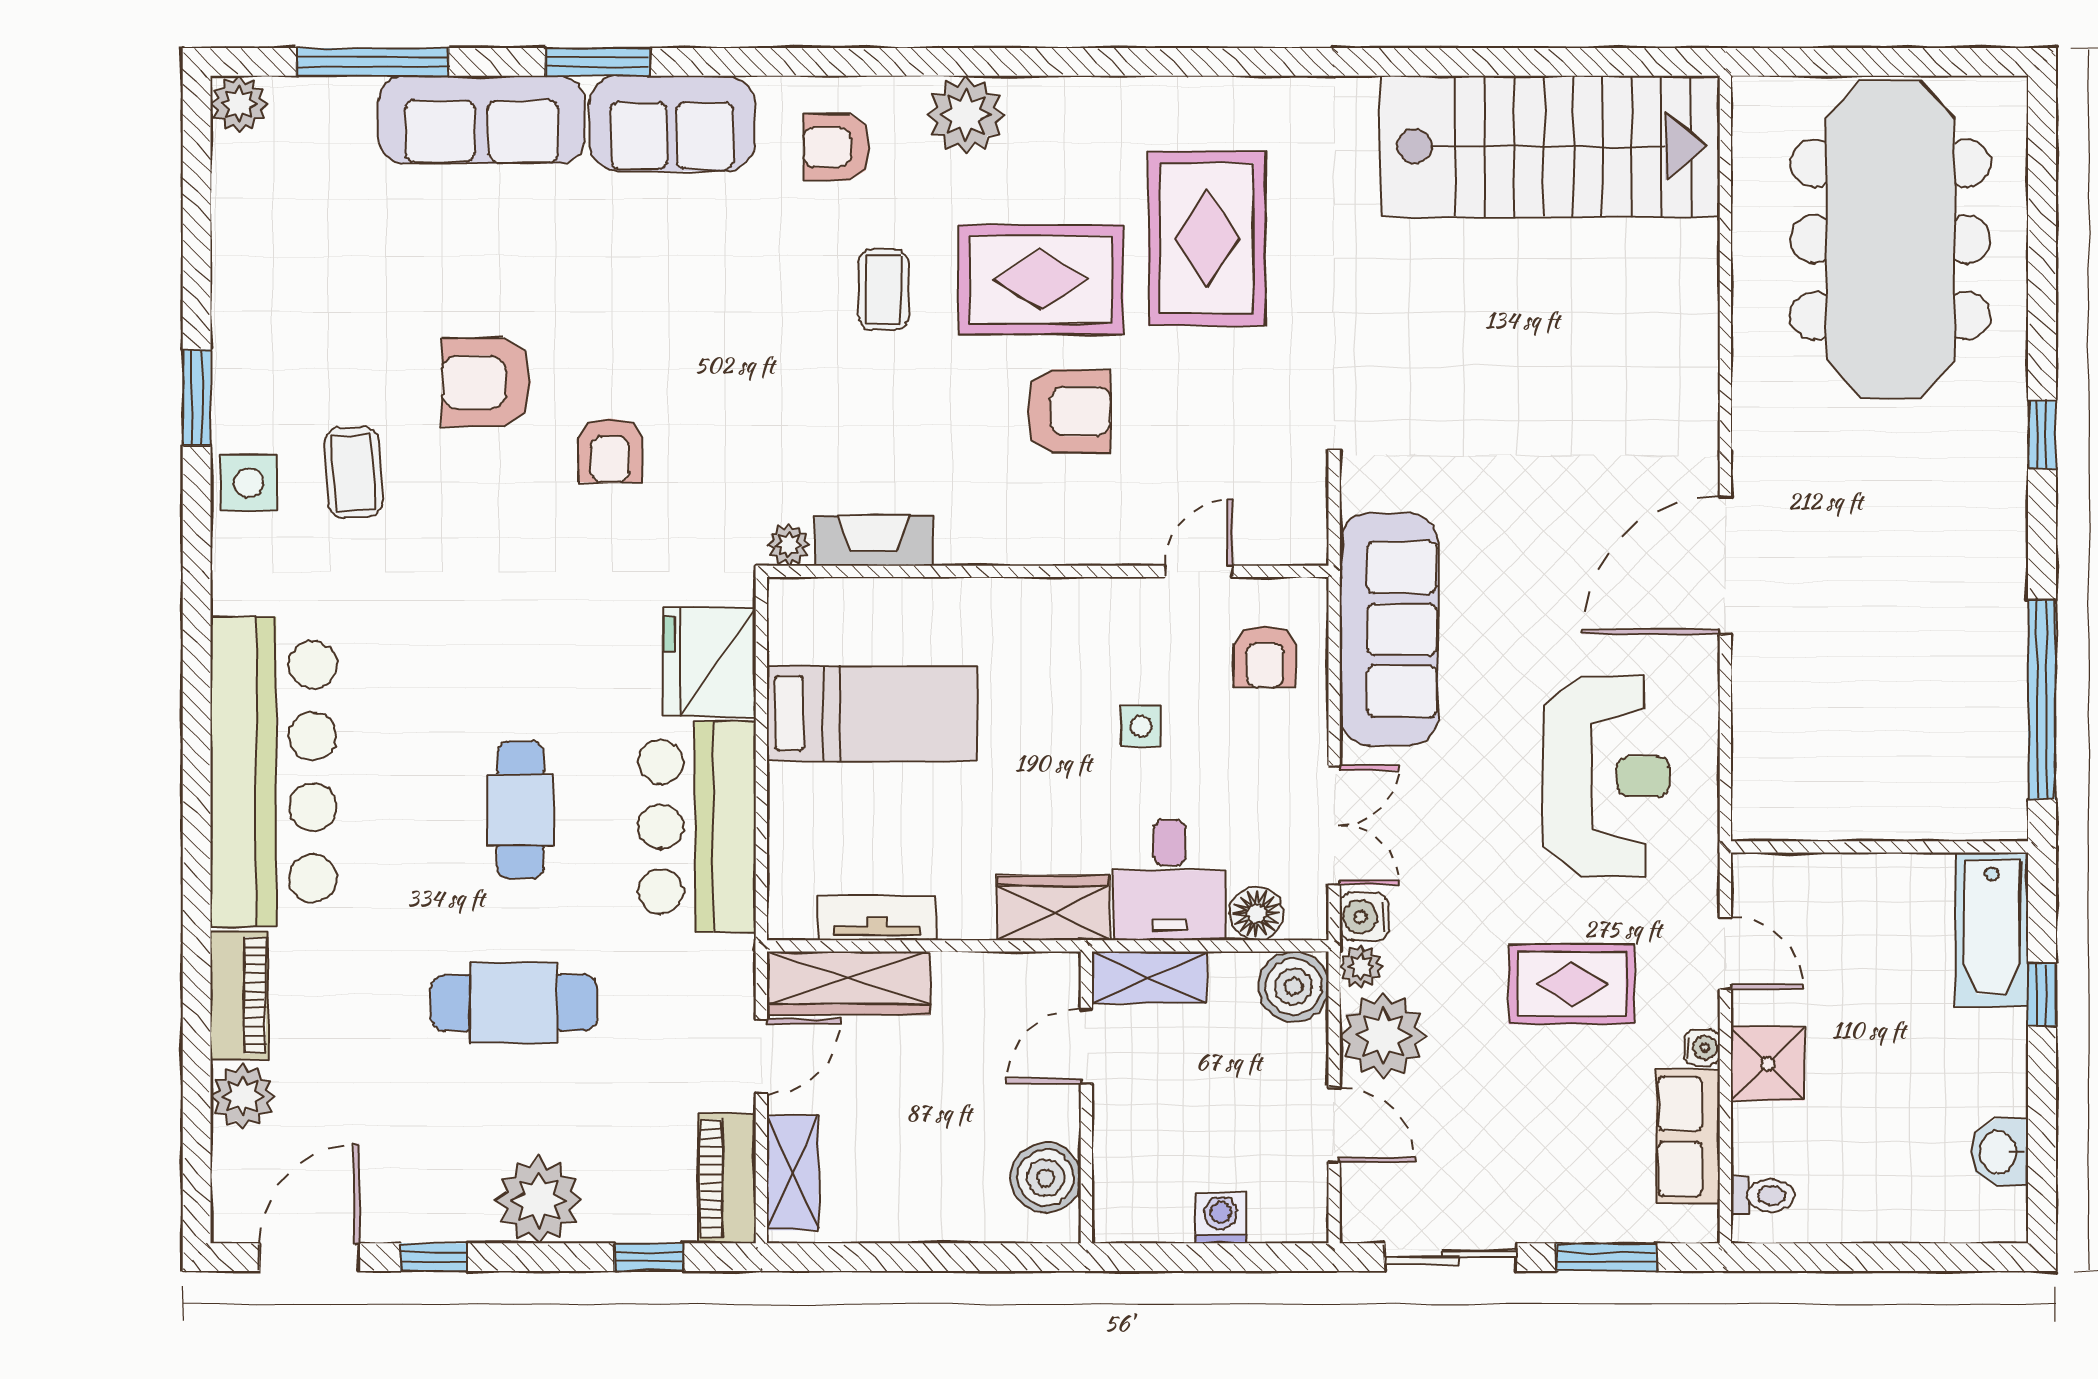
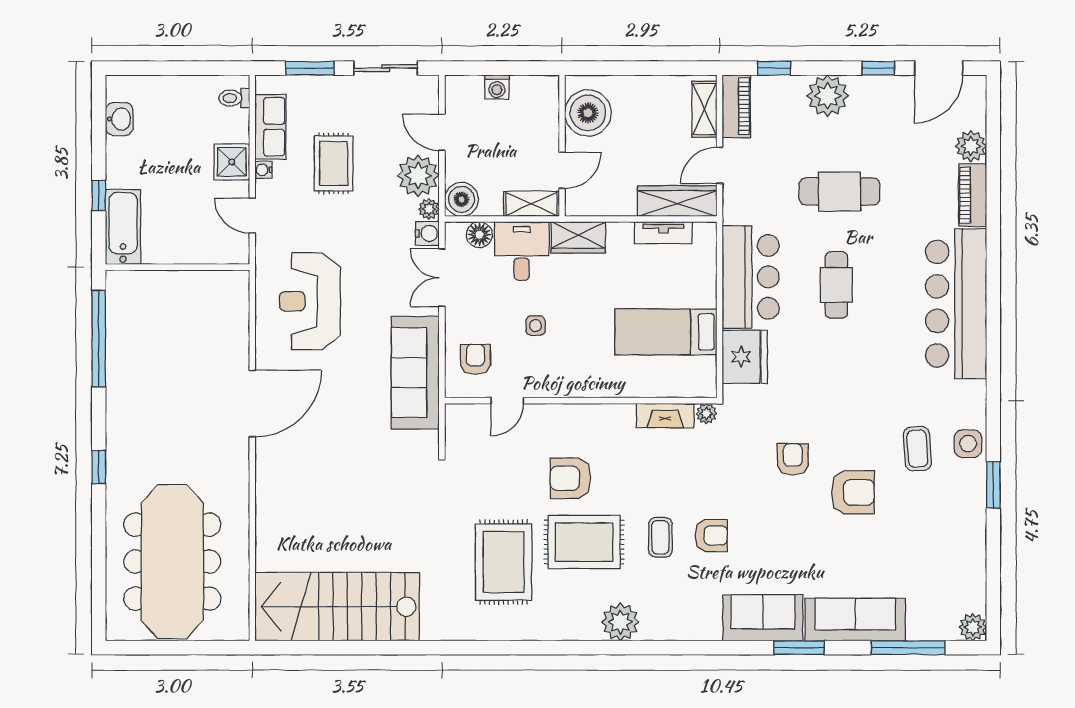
armchair: (836, 147) -> (711, 535), moved
rug: (1571, 984) -> (334, 163), moved, turned 90
boiler: (1046, 1178) -> (588, 113), width x1.37, depth x1.37

